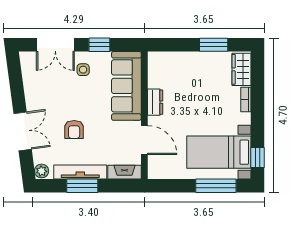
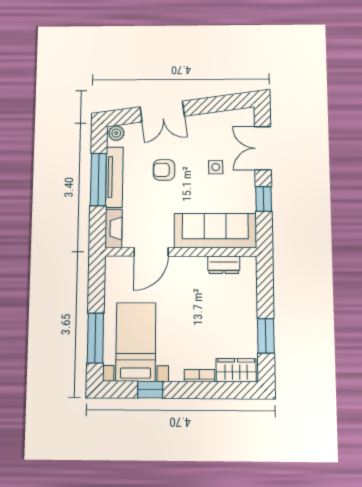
side table: (83, 70) -> (216, 167), moved
dresser: (155, 102) -> (224, 265), moved
window: (257, 158) -> (150, 390), moved
window: (82, 186) -> (98, 179), width x1.44

